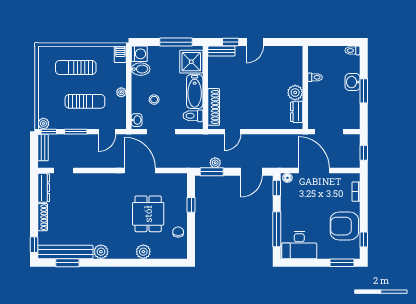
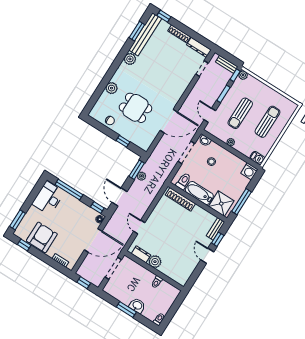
bidet: (141, 69) -> (238, 166), removed
door: (232, 132) -> (139, 227), moved

